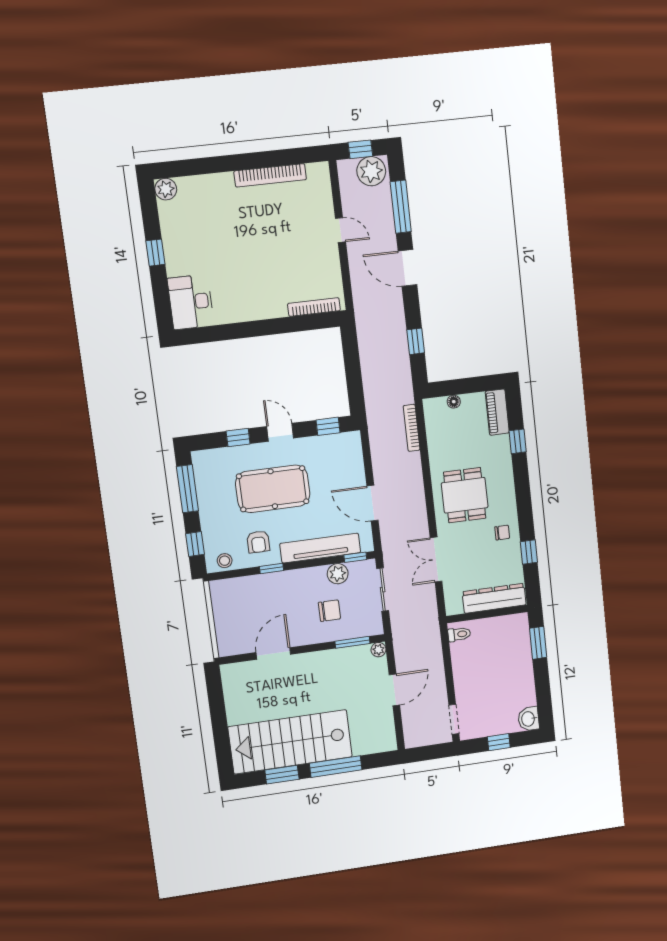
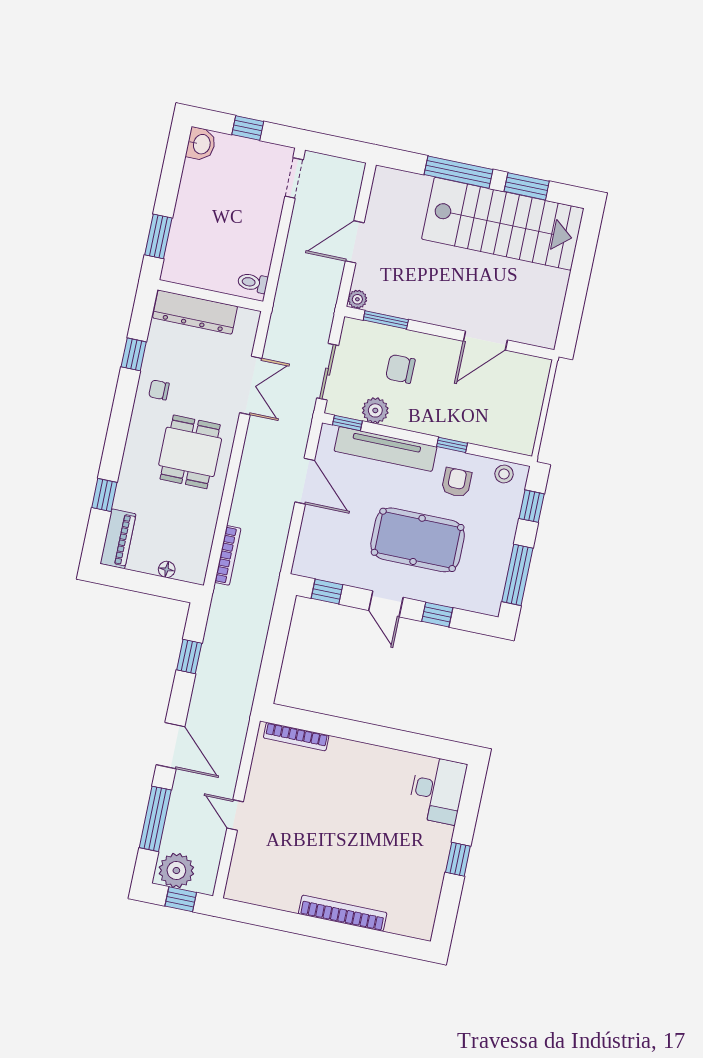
bookcase: (270, 175) -> (343, 913), moved
plant: (166, 189) -> (421, 926), removed

